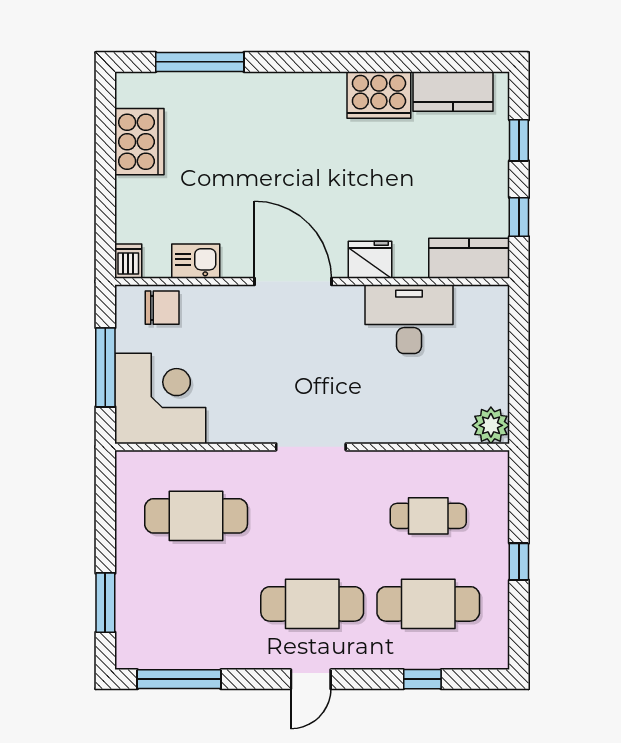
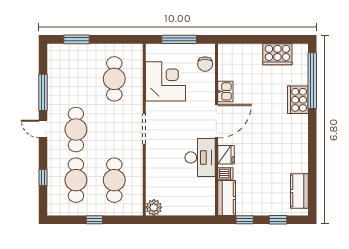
window: (200, 62) -> (312, 81), width x1.46
cooker: (379, 95) -> (298, 100), moved
dishwasher: (128, 261) -> (225, 174), moved
kitchen sink: (196, 261) -> (225, 91), moved
desk: (409, 319) -> (200, 157), moved
corner desk: (160, 398) -> (166, 81), moved, turned -90
cafe table: (428, 516) -> (114, 180), width x1.37, depth x1.35
window: (179, 679) -> (43, 92), moved

